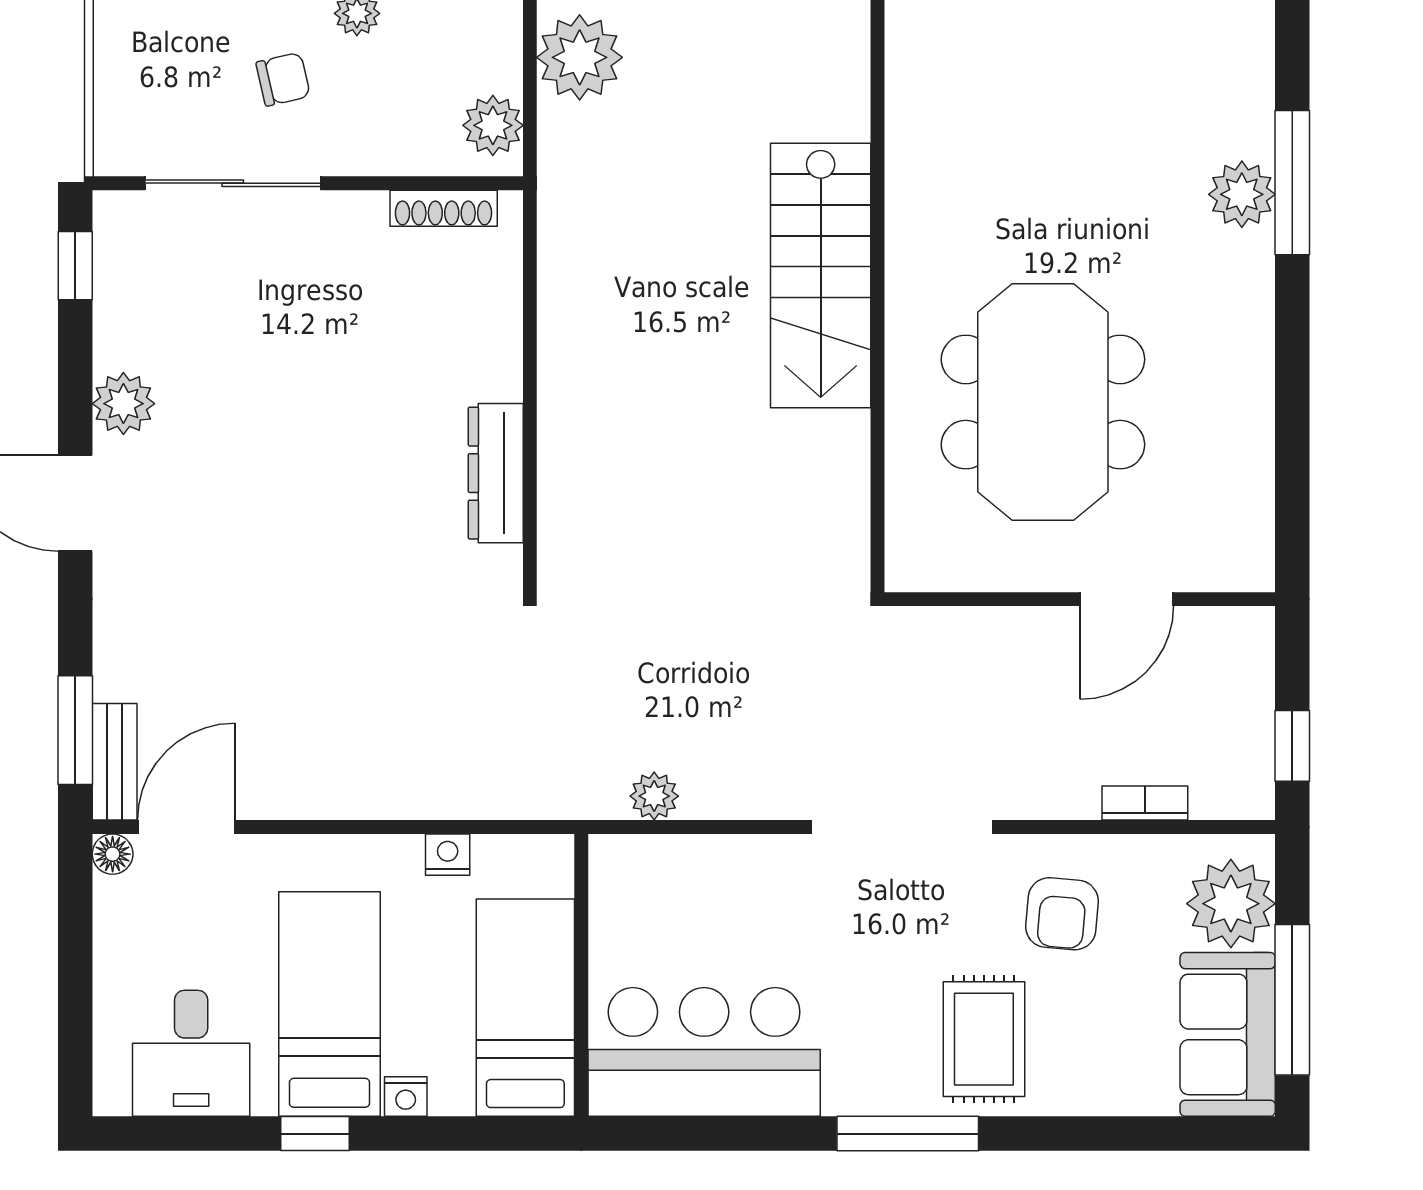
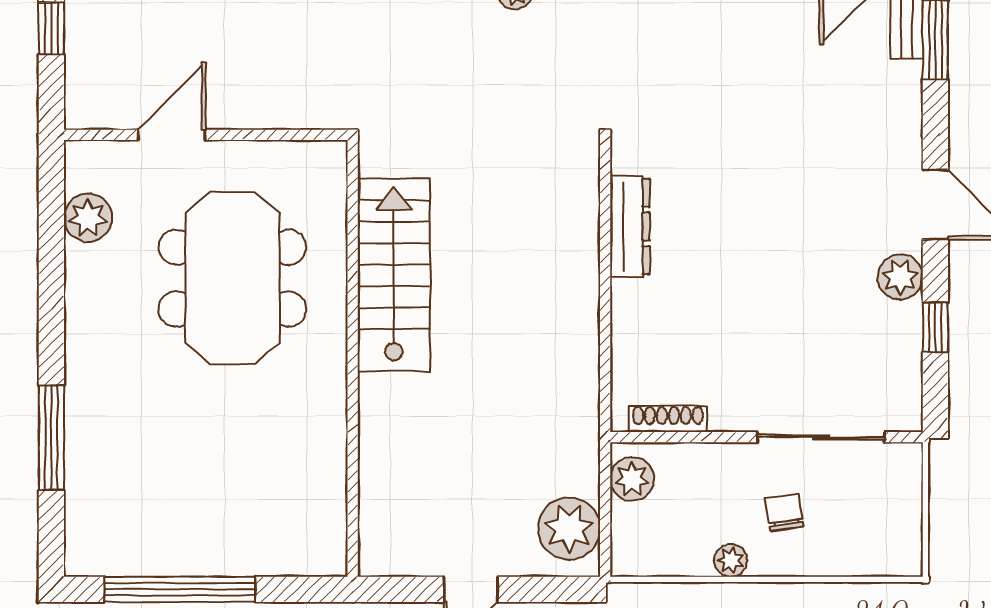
chair: (283, 79) -> (784, 513), turned 94
plant: (1242, 194) -> (88, 218), moved
window: (75, 266) -> (935, 327), moved
stairs: (821, 276) -> (394, 275), moved

